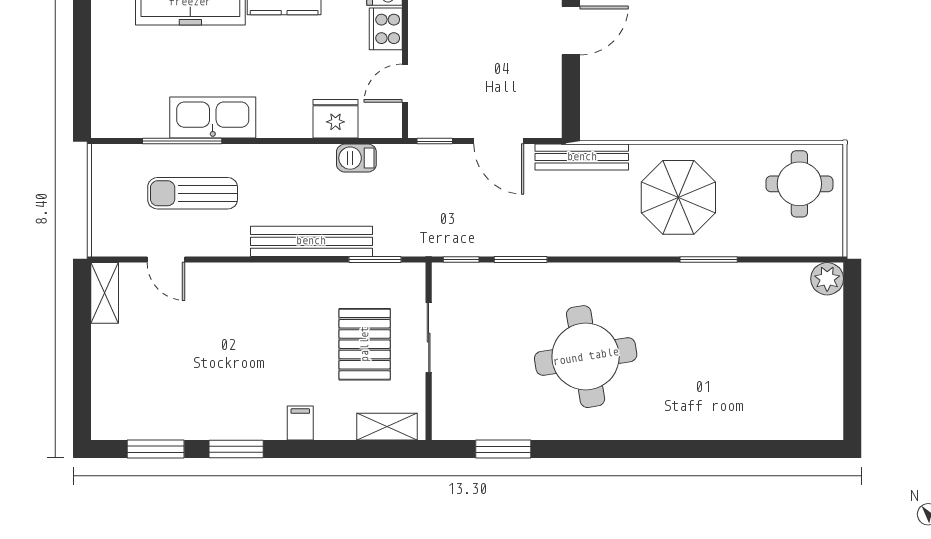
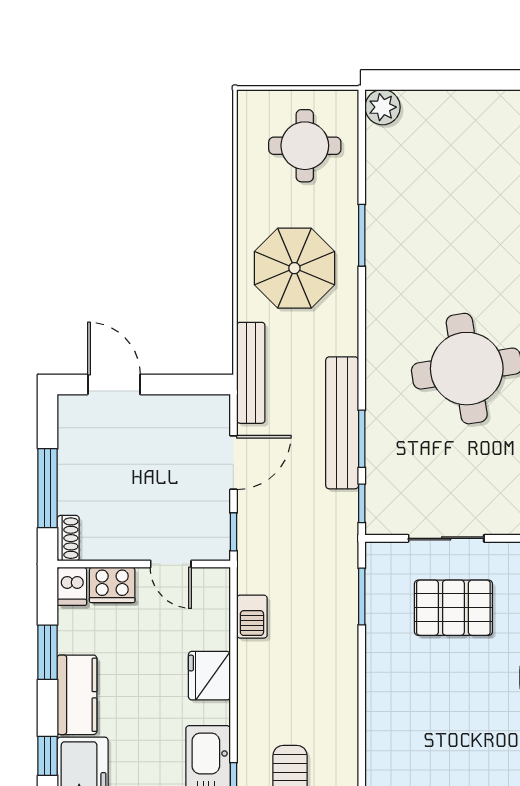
fridge: (335, 119) -> (209, 676), moved
round table: (799, 184) -> (305, 146), moved
bench: (311, 241) -> (342, 423), moved

